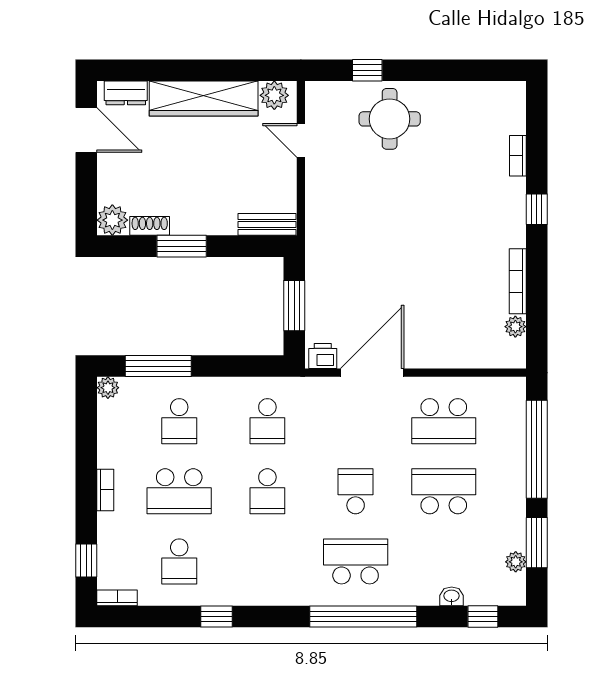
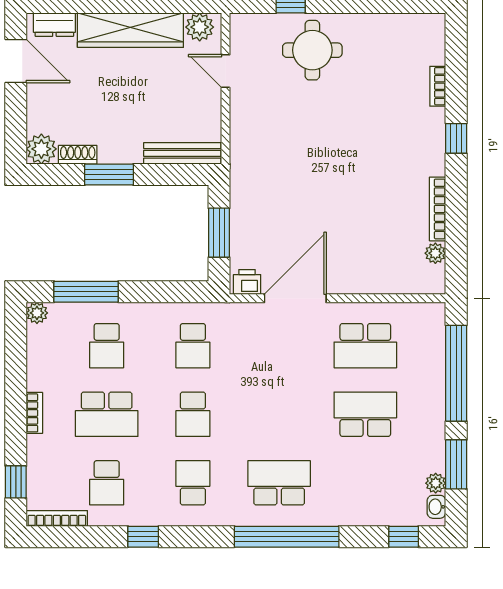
bench: (267, 224) -> (182, 153), width x1.36
school desk: (356, 491) -> (193, 483), moved
washbasin: (452, 596) -> (436, 507), moved, turned -90
bookcase: (117, 598) -> (57, 518), width x1.56

